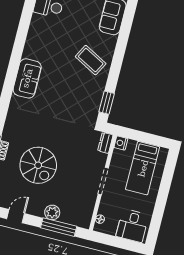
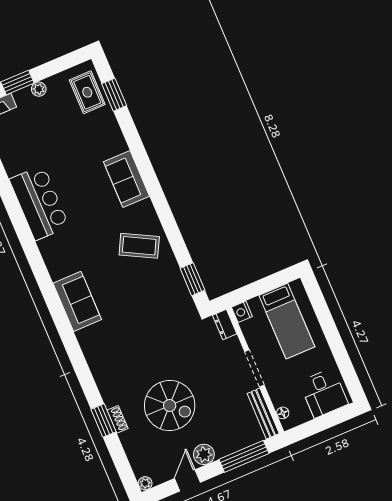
sofa: (27, 78) -> (77, 301), moved
bench: (88, 211) -> (263, 413), added
plant: (52, 212) -> (204, 454), moved

